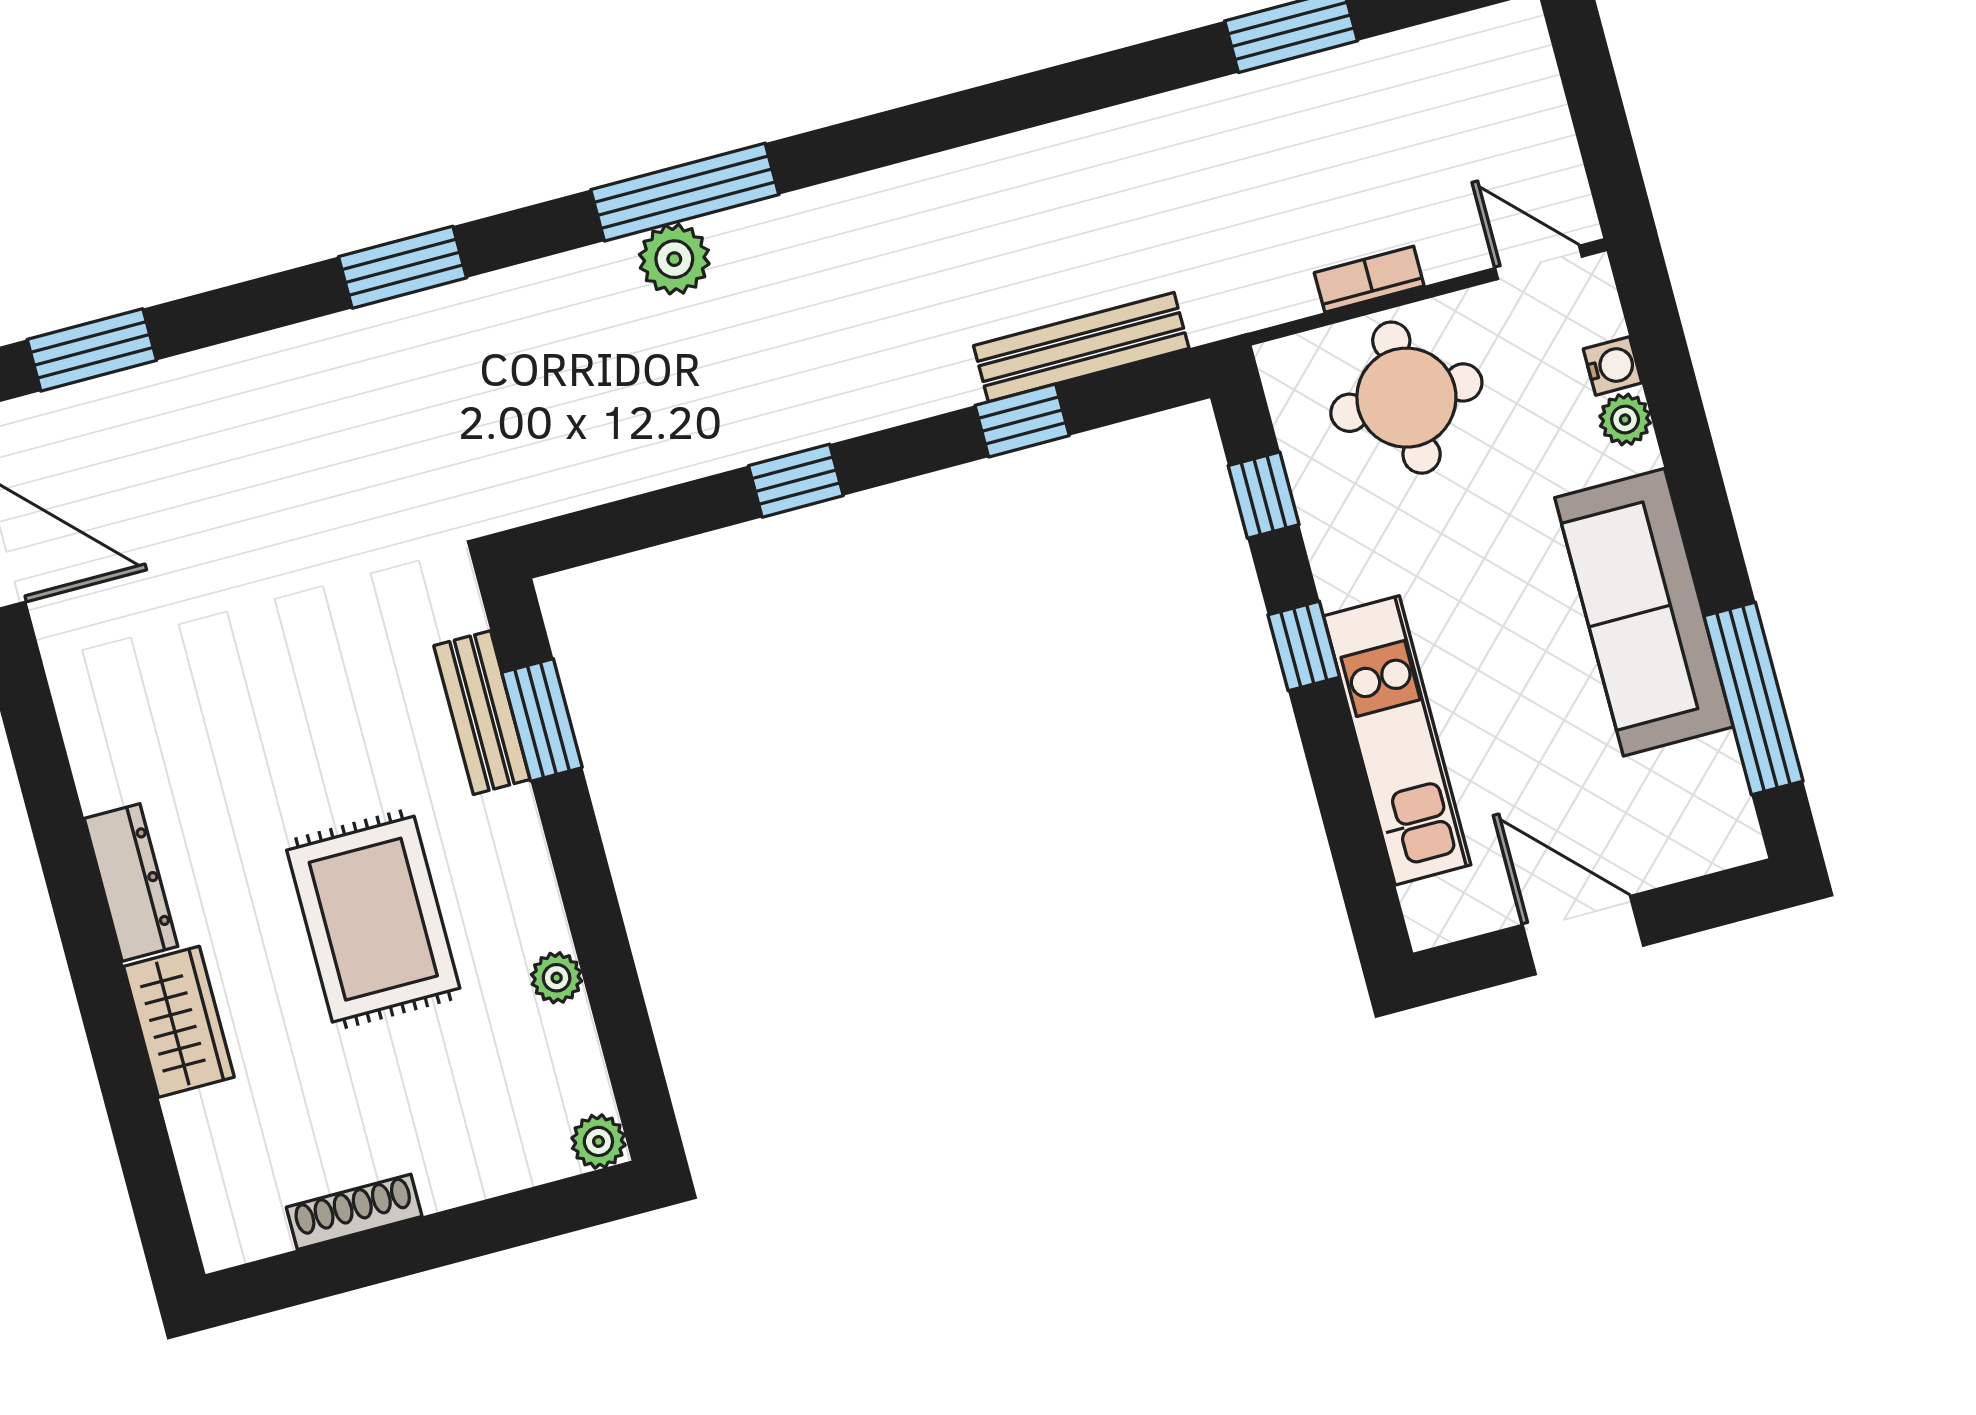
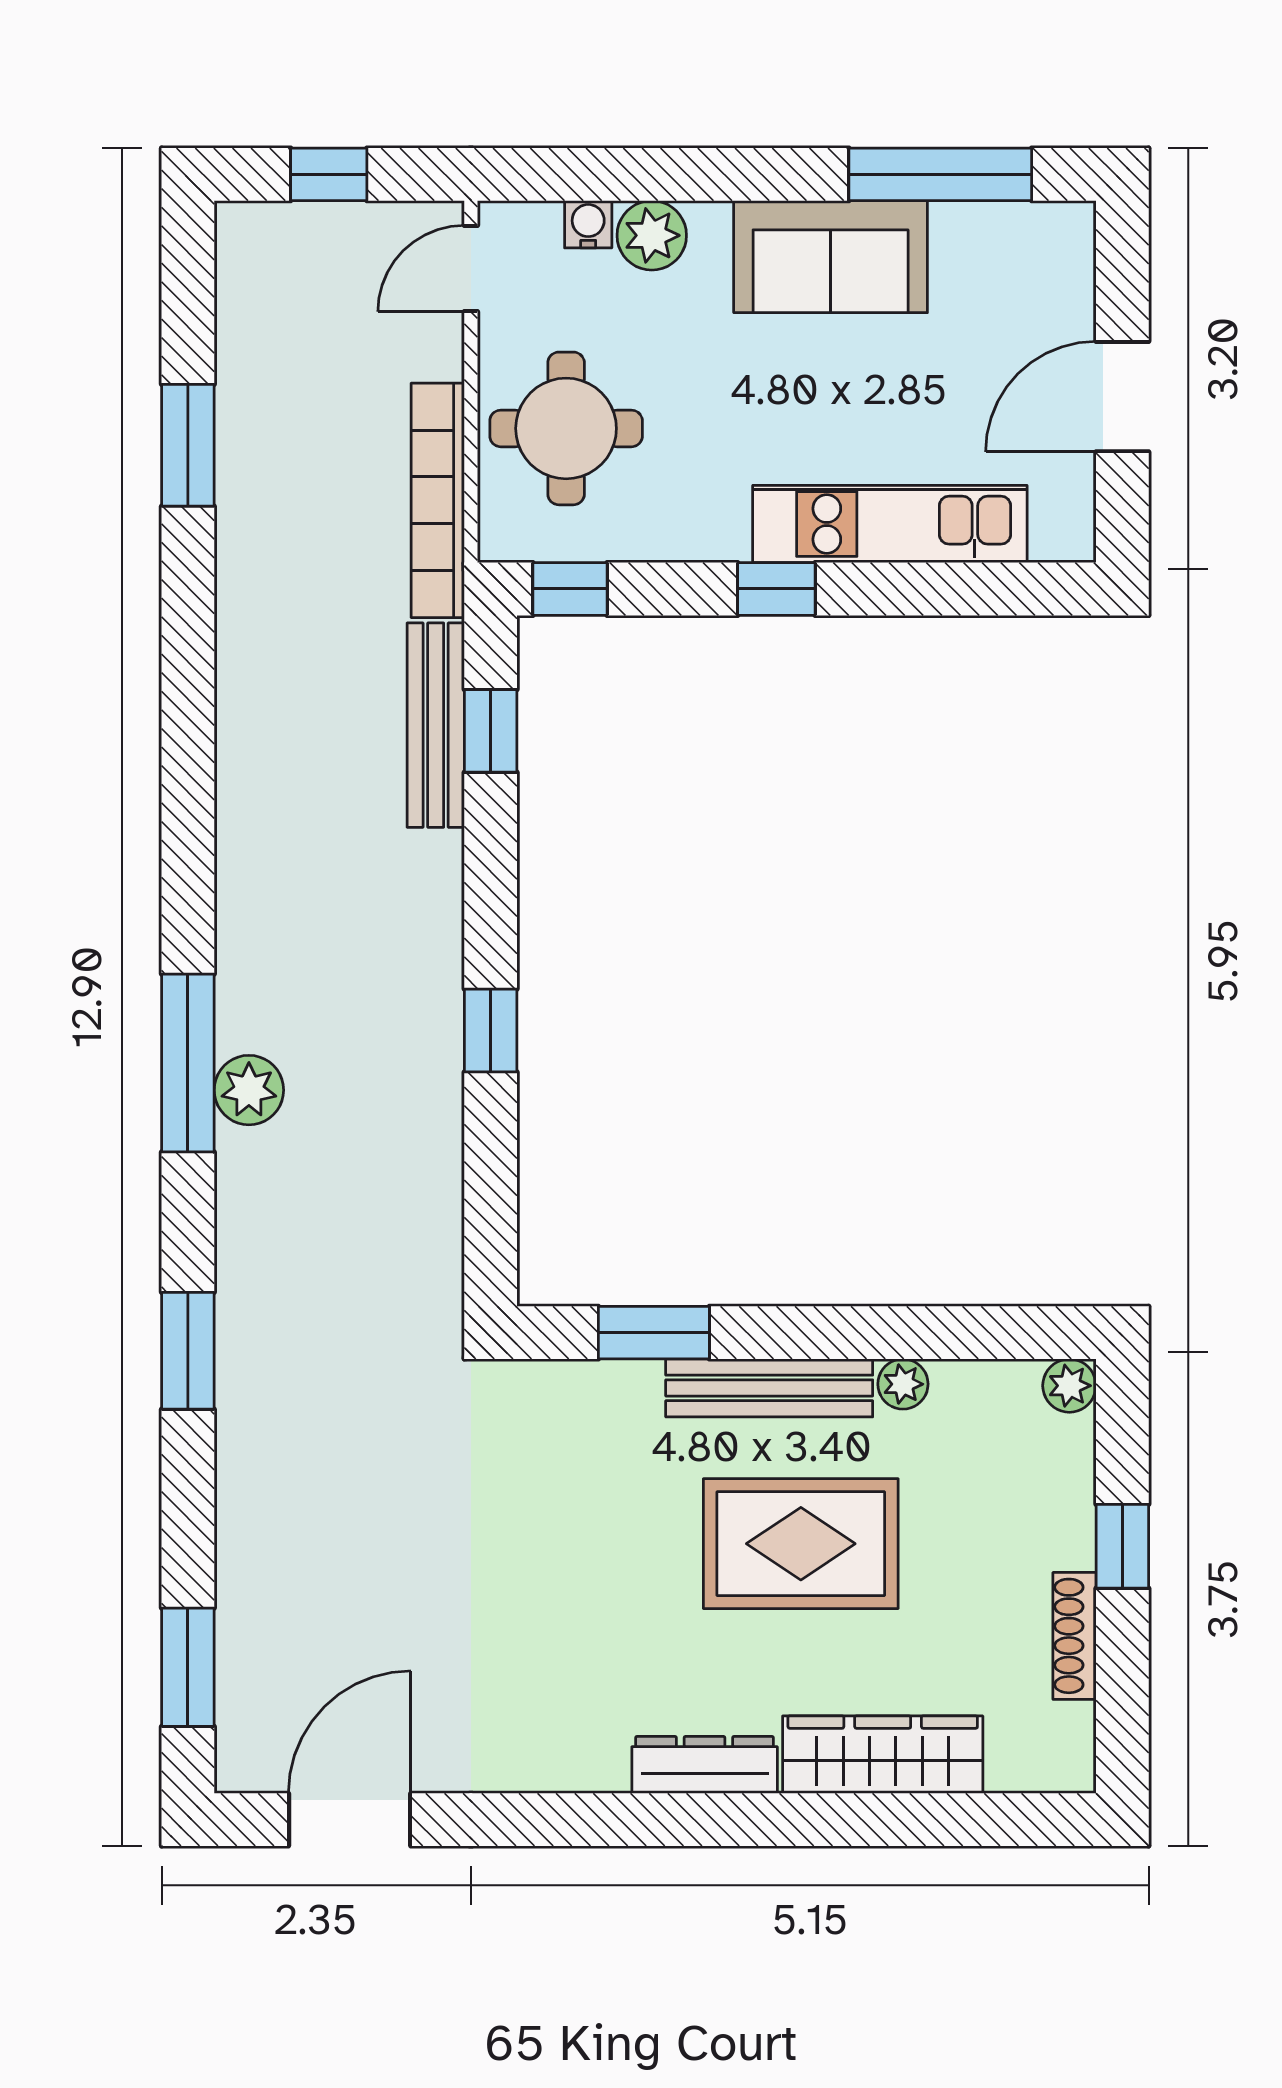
window: (1594, 98) -> (329, 174), added
bookcase: (1369, 279) -> (438, 500), width x2.31, depth x1.31
plant: (1625, 420) -> (652, 235), width x1.38, depth x1.38
window: (1022, 421) -> (491, 731), moved
window: (1264, 495) -> (570, 589), moved
sofa: (1644, 612) -> (831, 257), width x0.73
bench: (482, 713) -> (769, 1388), moved, width x1.36
wardrobe: (179, 1022) -> (883, 1755), width x1.50
window: (455, 1235) -> (1122, 1546), added

